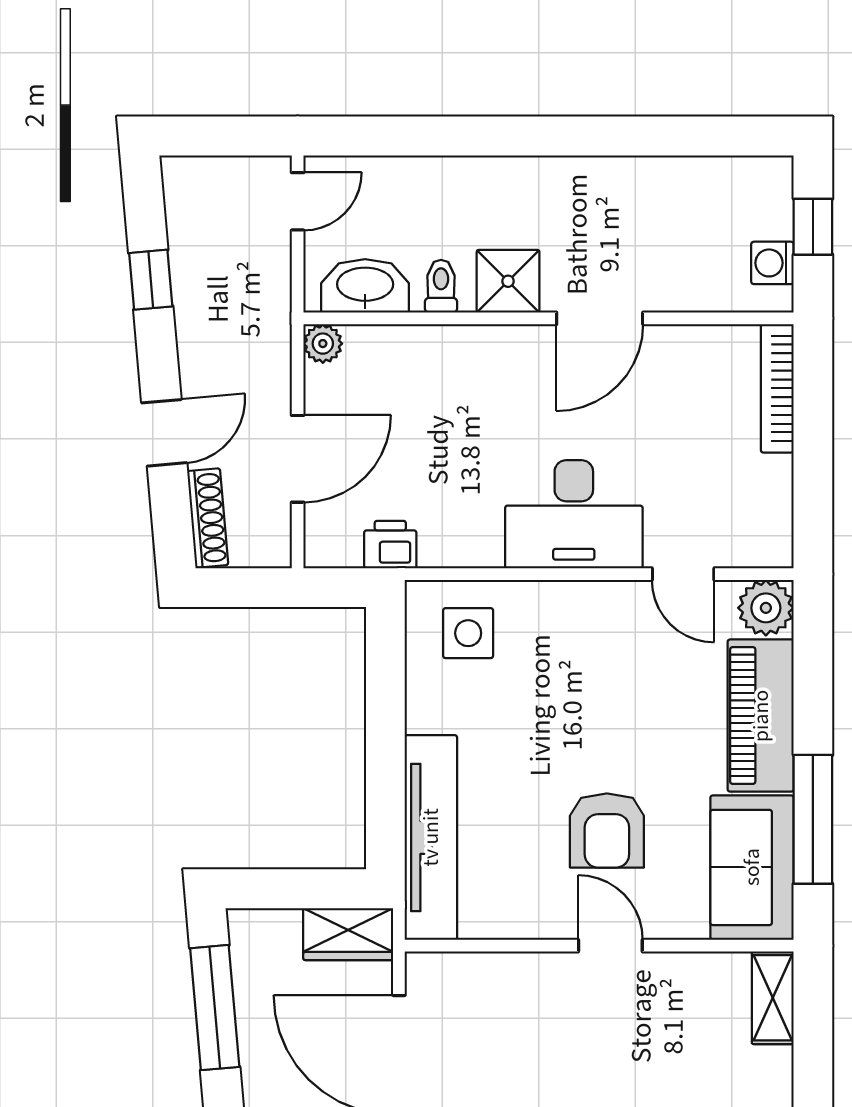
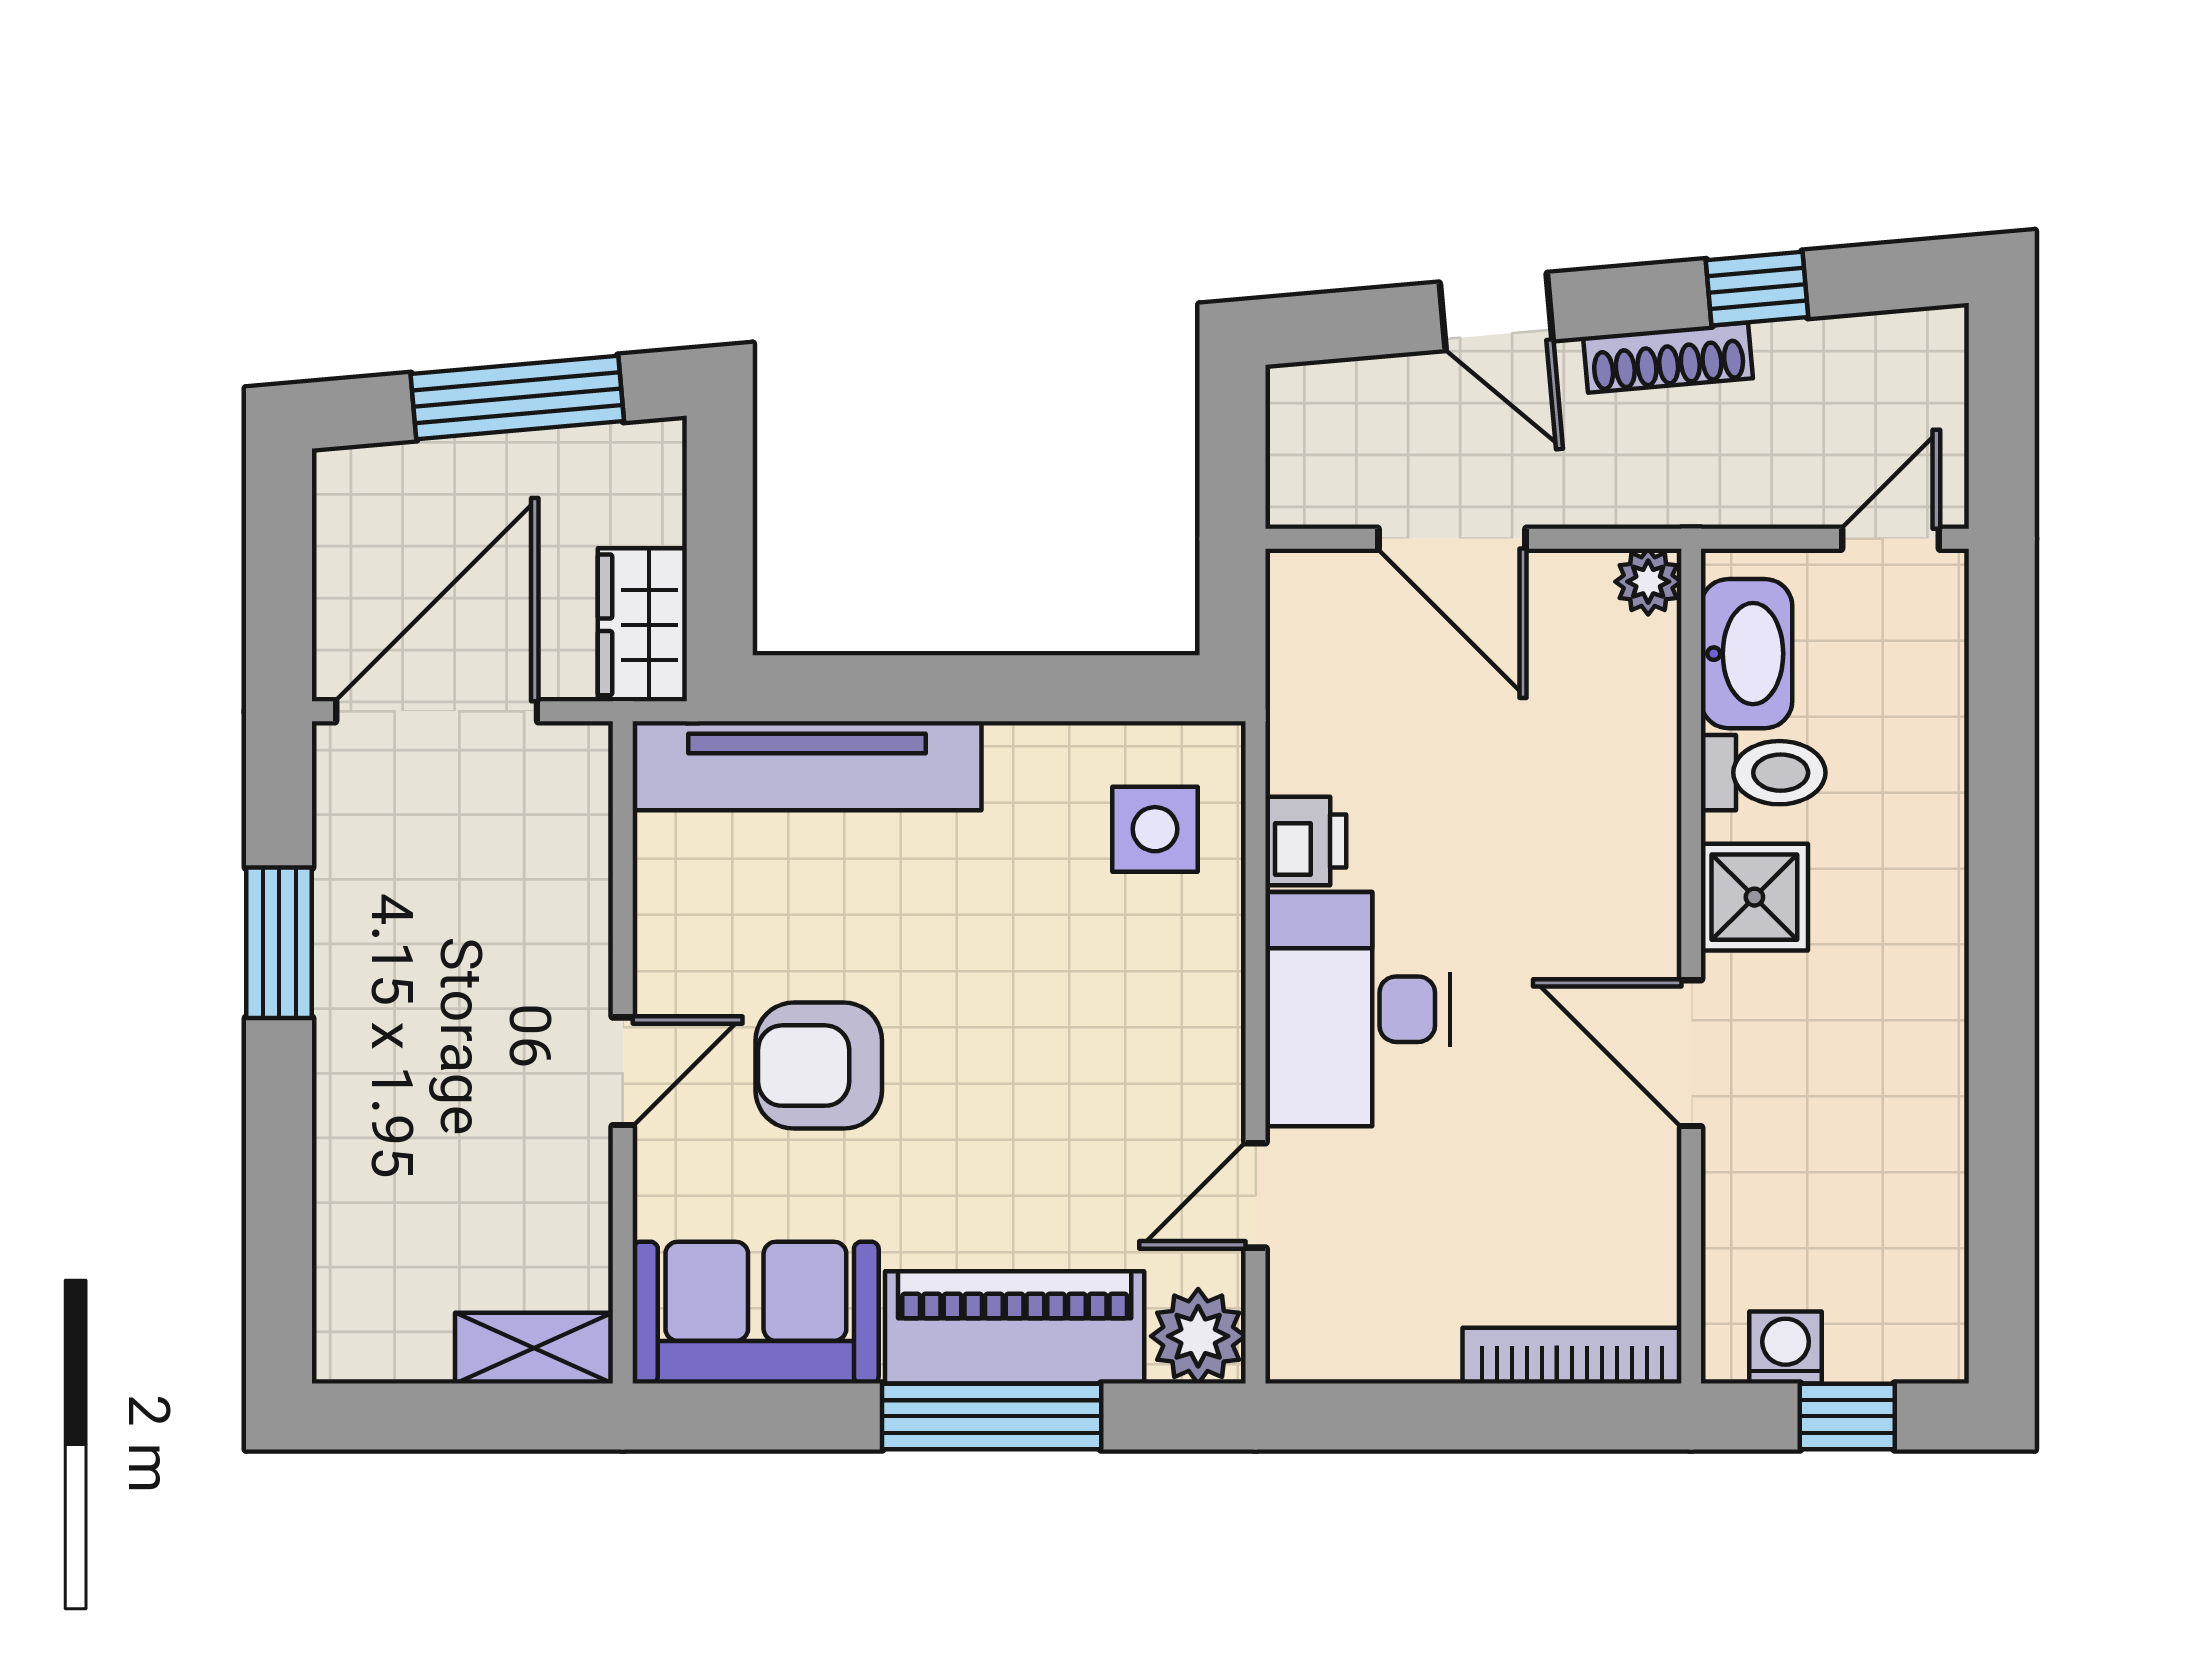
door: (298, 201) -> (1890, 539), swing flipped
toilet: (441, 286) -> (1763, 773), width x1.37, depth x1.39
shoe rack: (208, 518) -> (1668, 358), moved
printer: (390, 545) -> (1306, 841), moved
window: (813, 819) -> (992, 1416), moved

